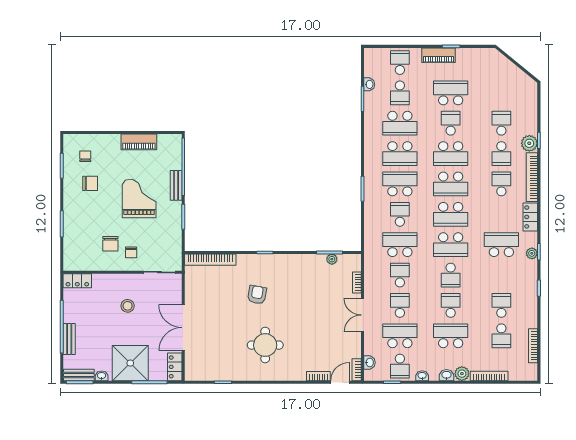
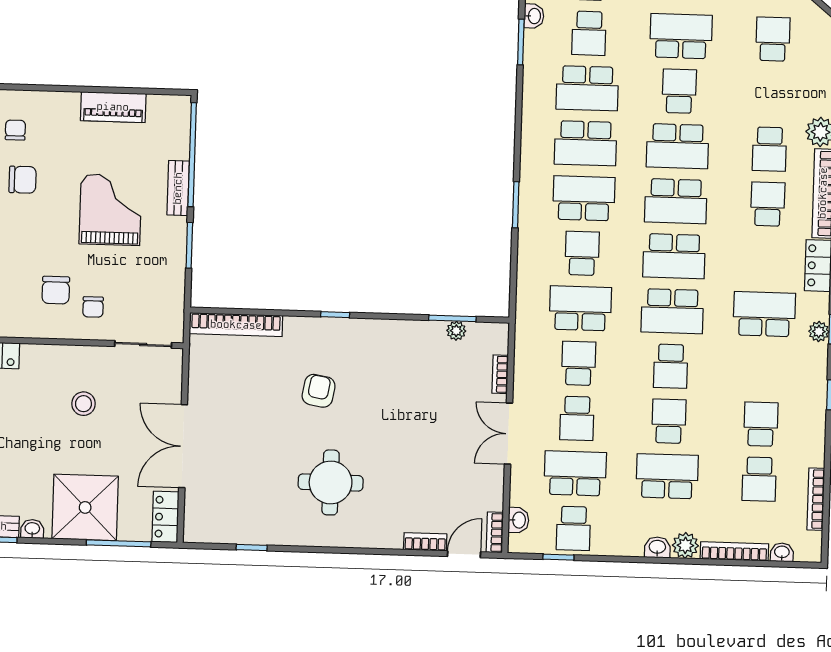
school desk: (501, 123) -> (773, 39), moved
school desk: (400, 305) -> (577, 418), turned 180
washbasin: (422, 376) -> (782, 552), moved

